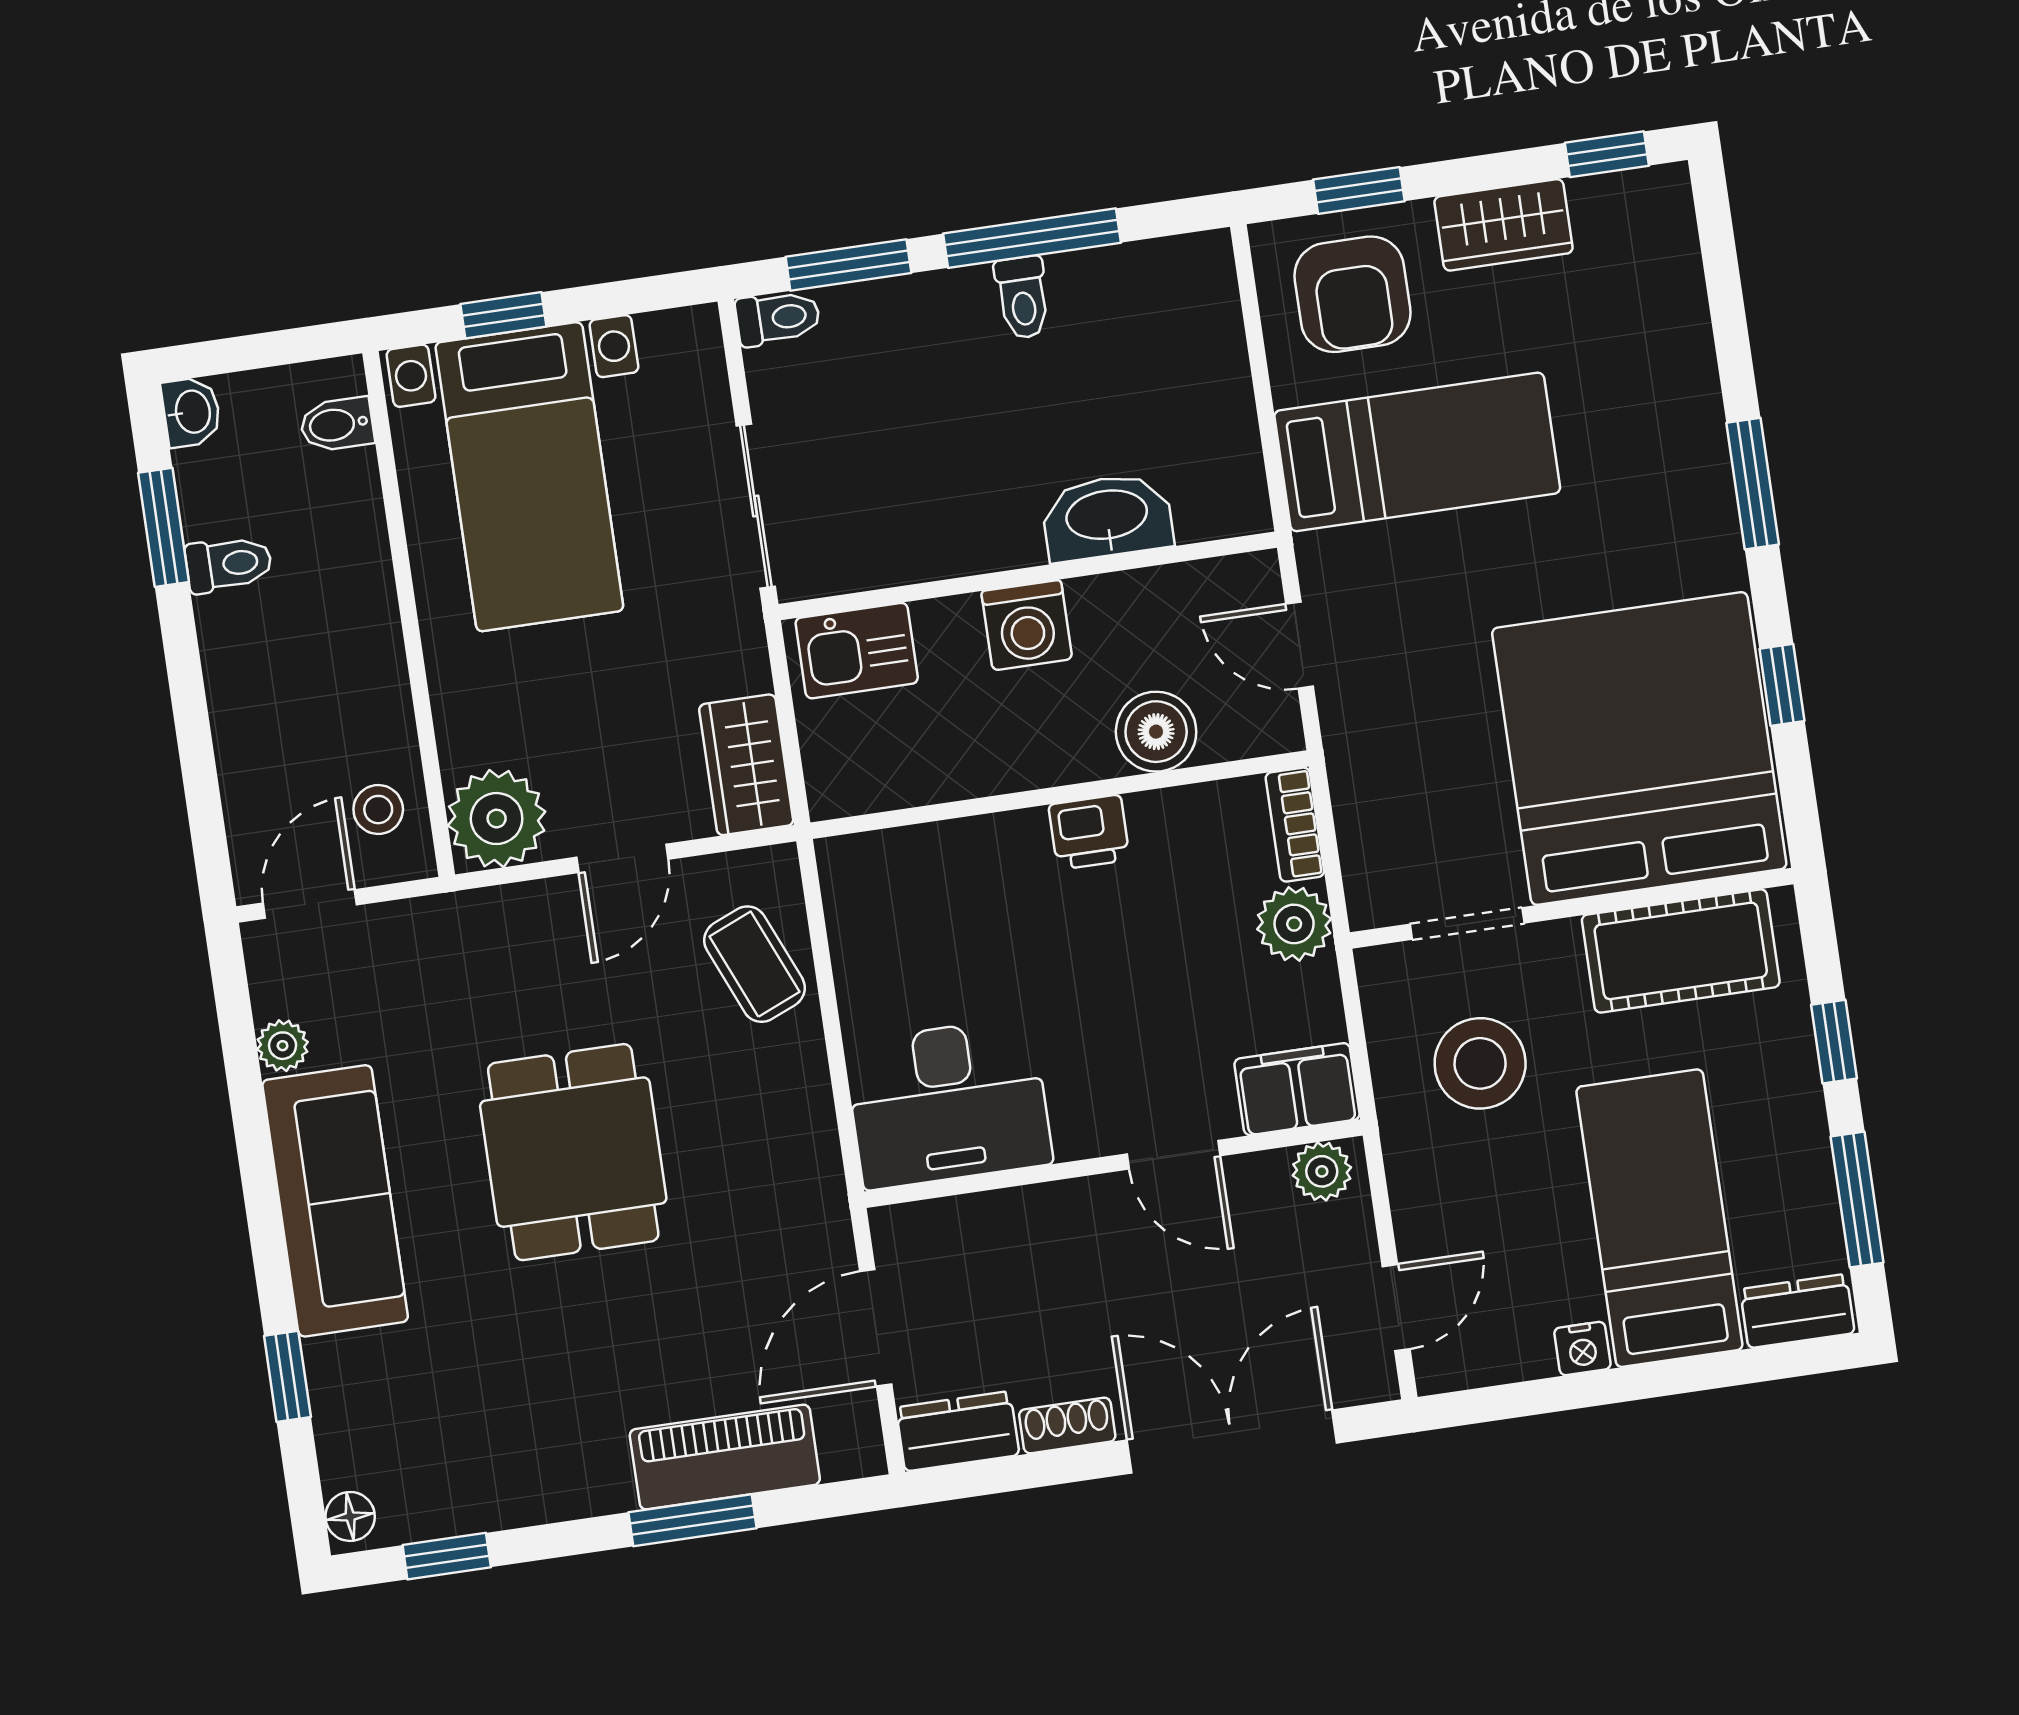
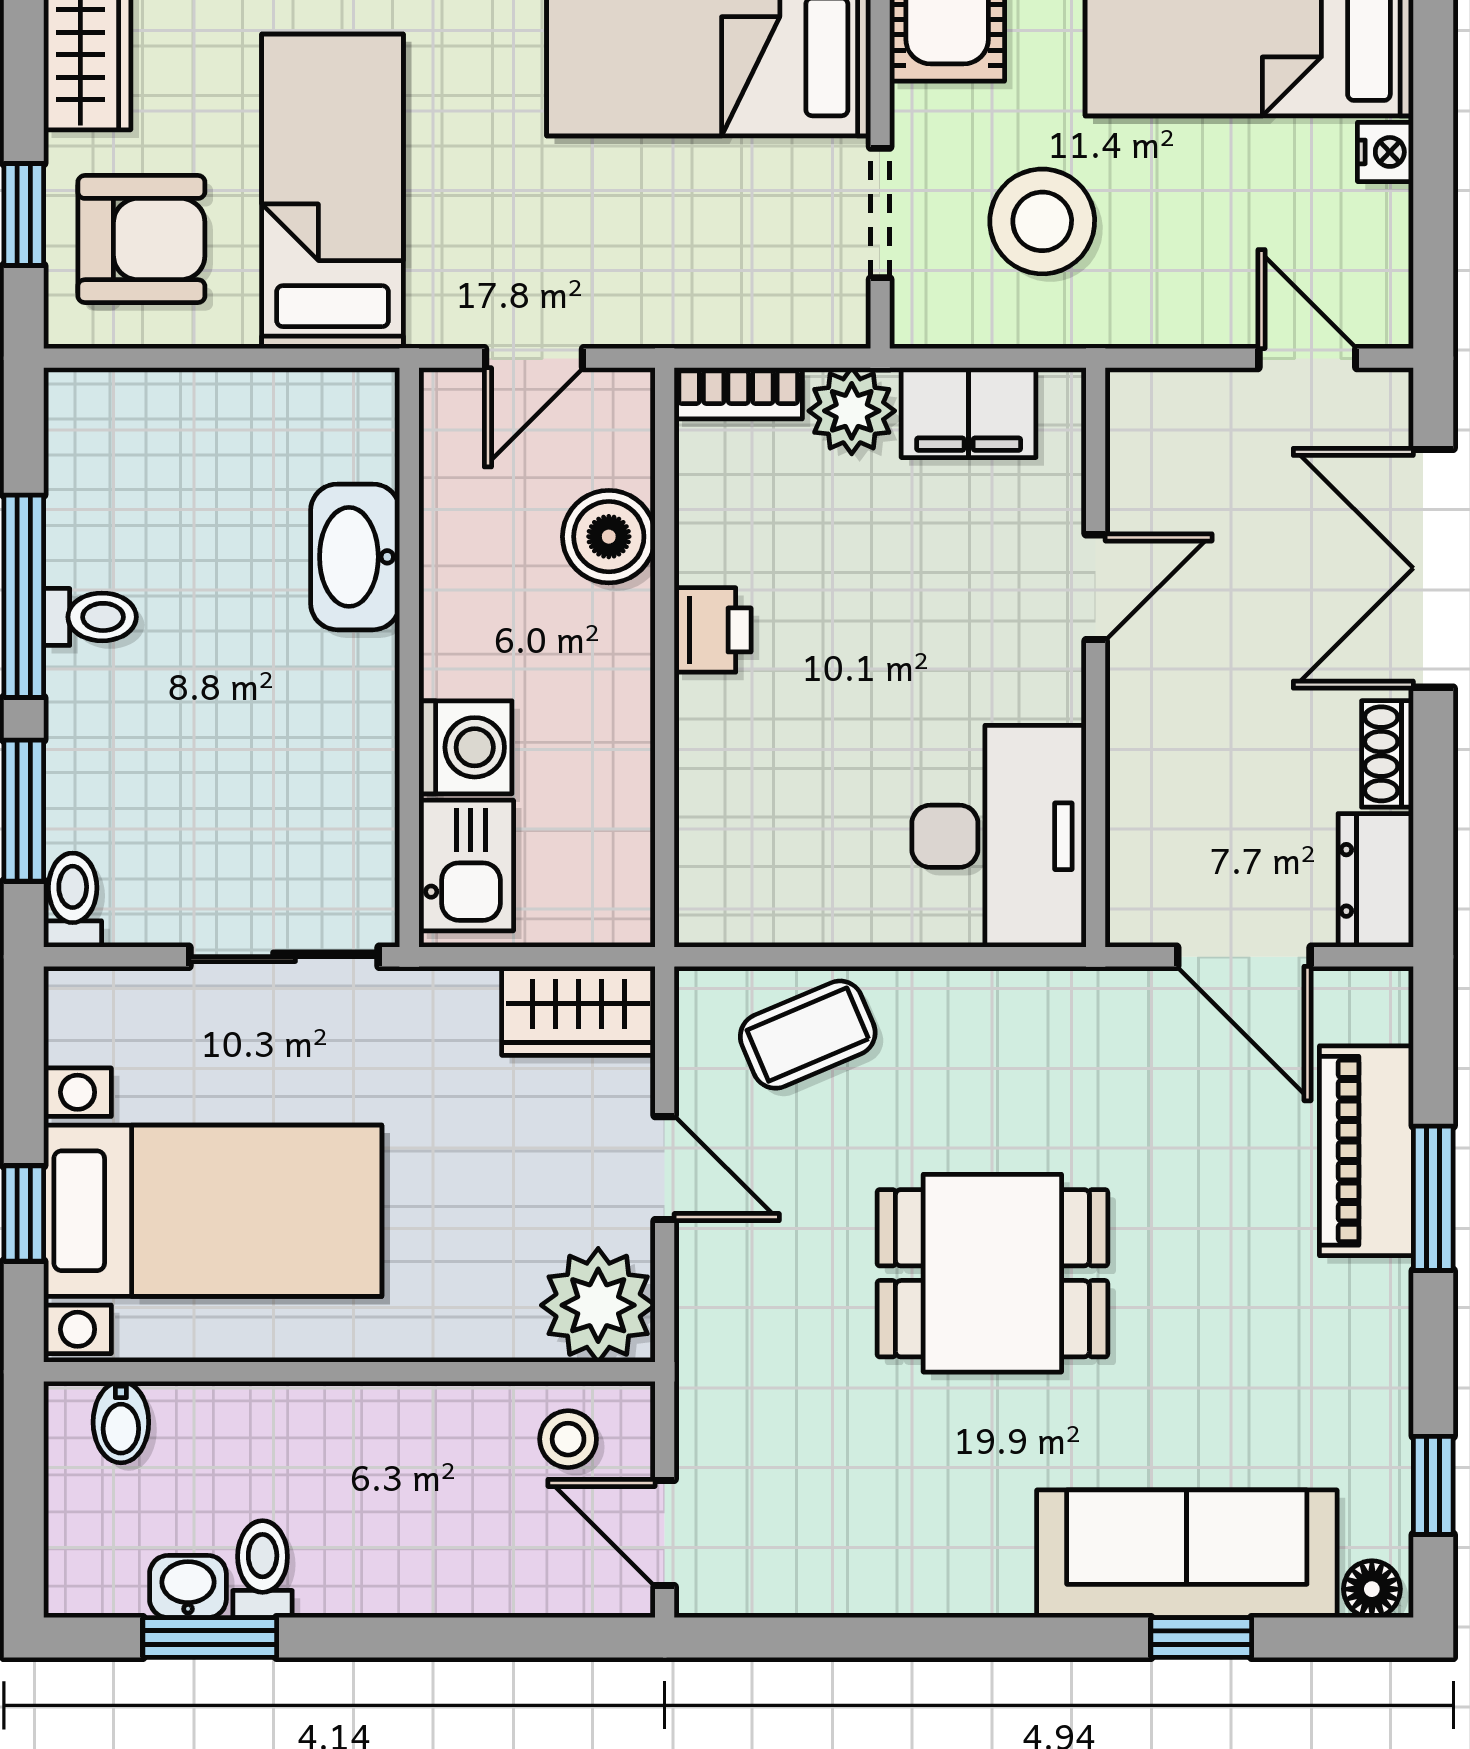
washbasin: (191, 412) -> (188, 1586), moved
washing machine: (1027, 625) -> (465, 747), moved
plant: (283, 1046) -> (822, 1588), removed
filing cabinet: (1297, 1089) -> (969, 413), moved, turned -90
plant: (1322, 1171) -> (1139, 420), removed
sofa: (335, 1201) -> (1187, 1554), moved

